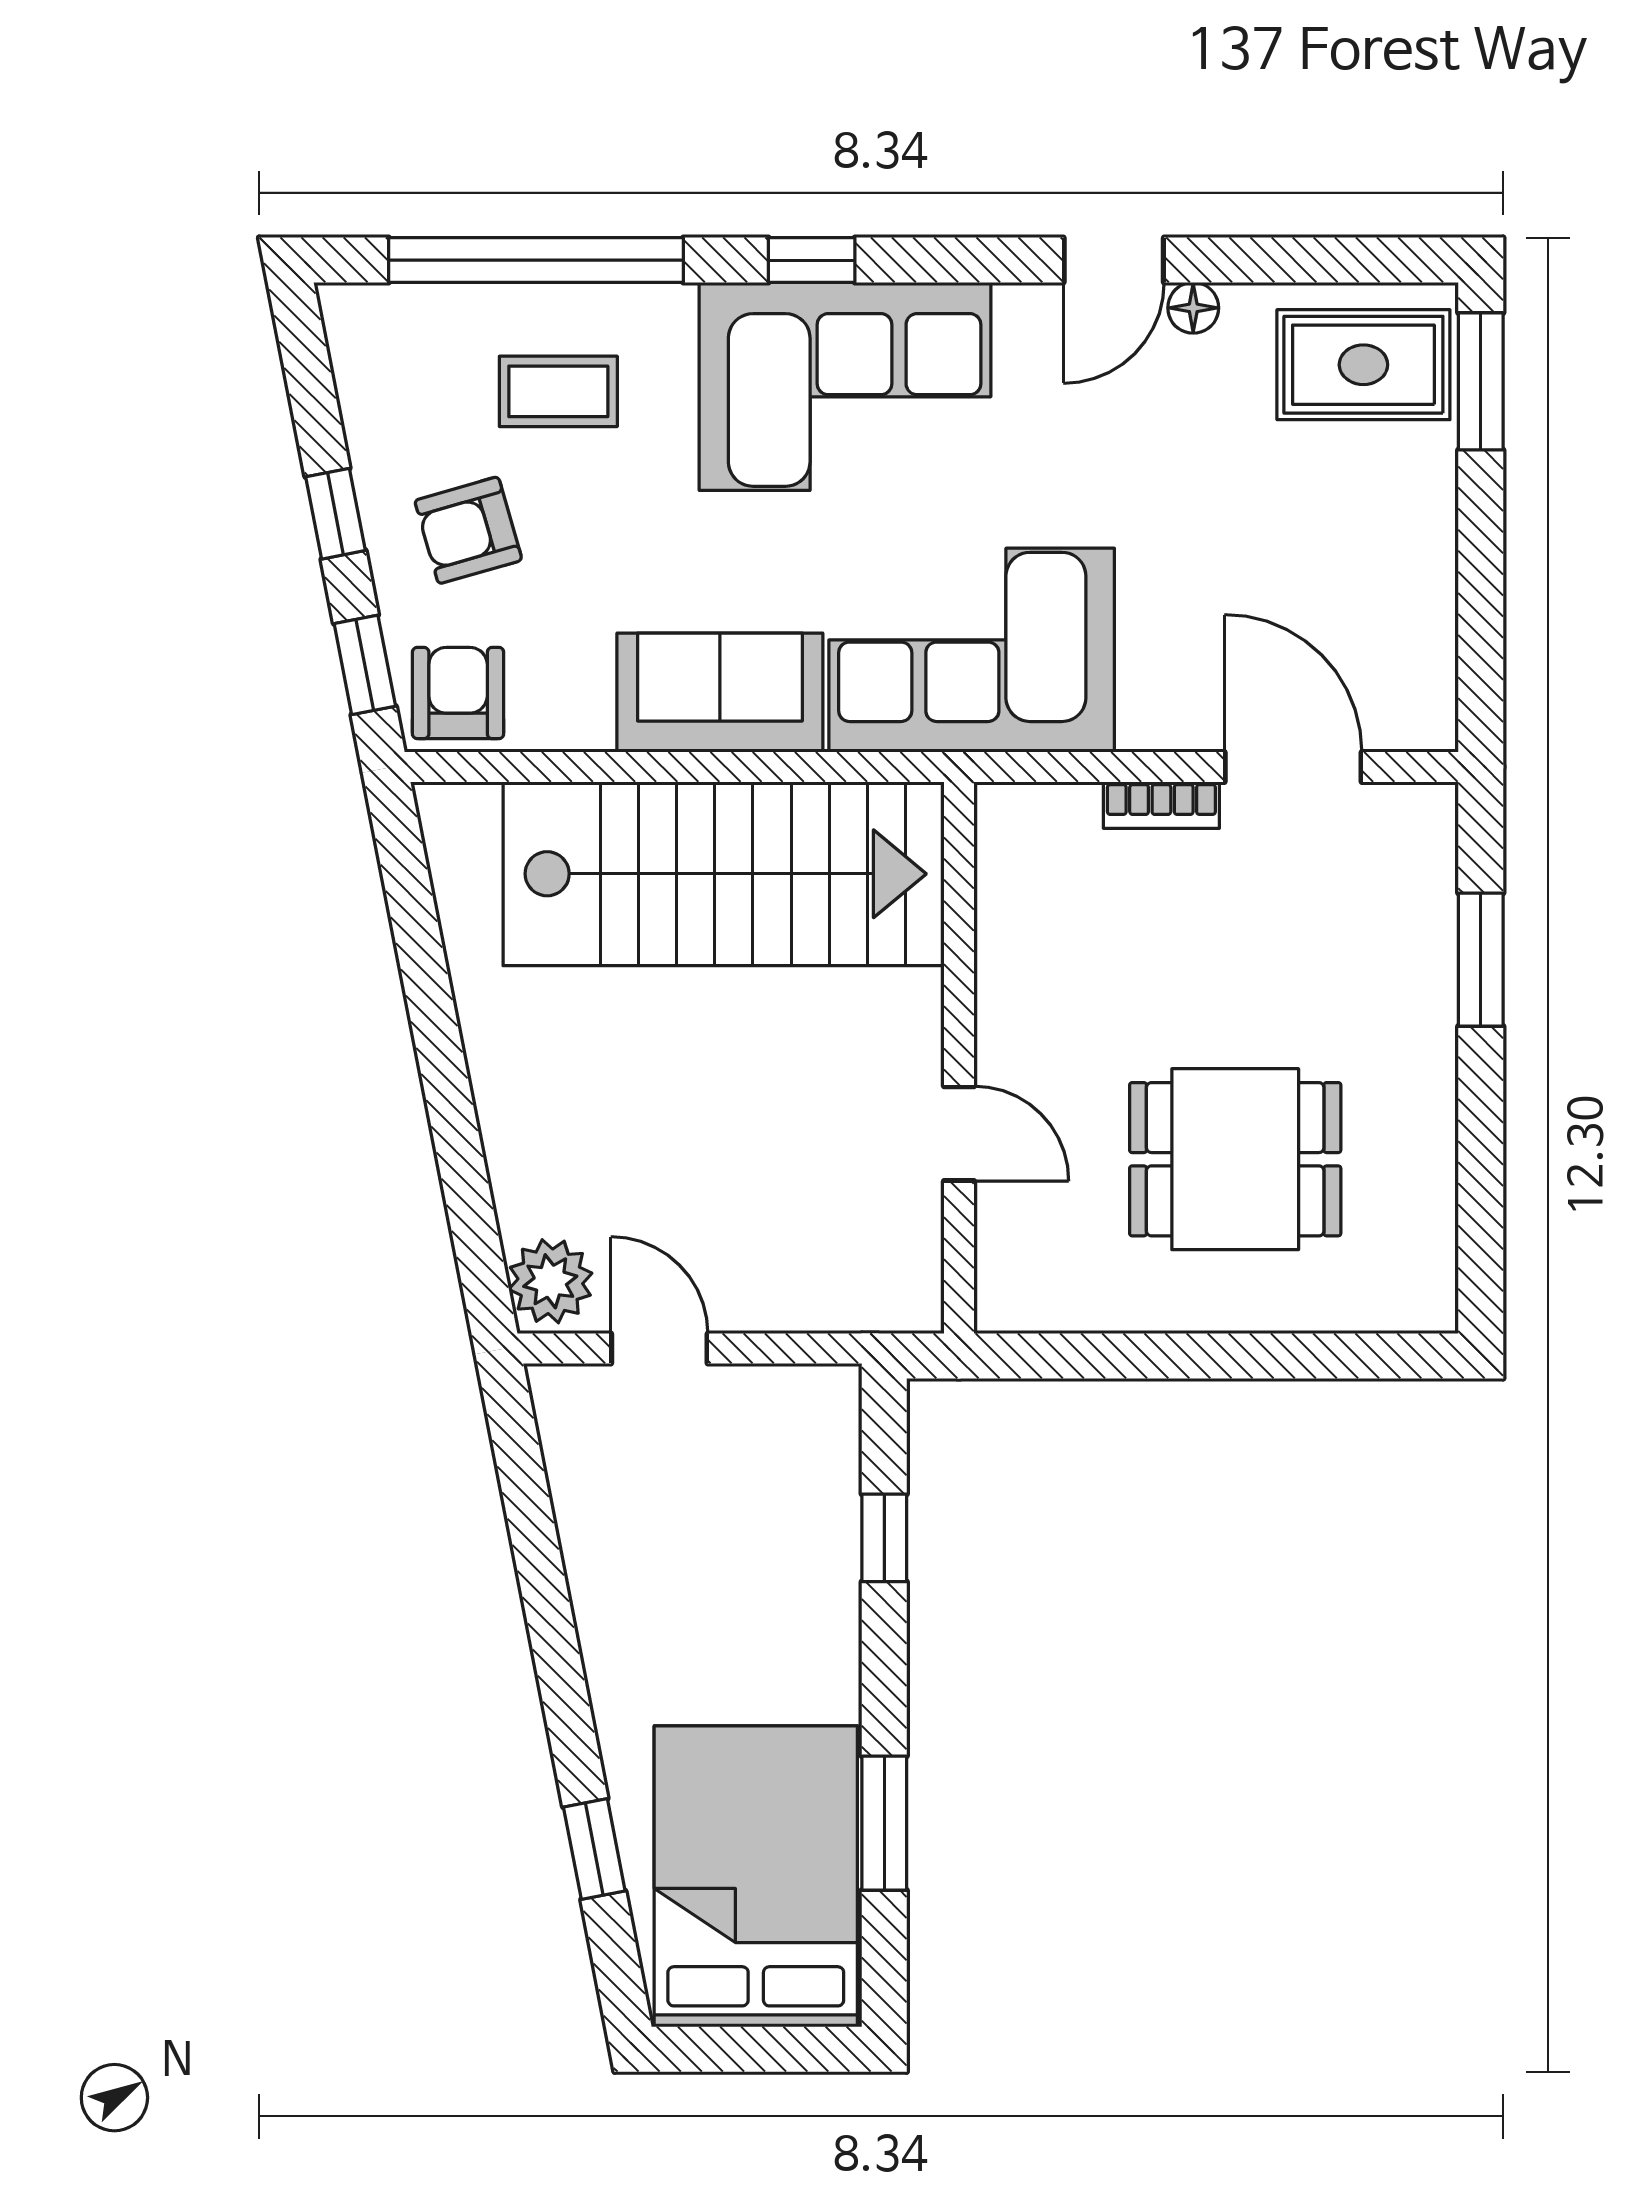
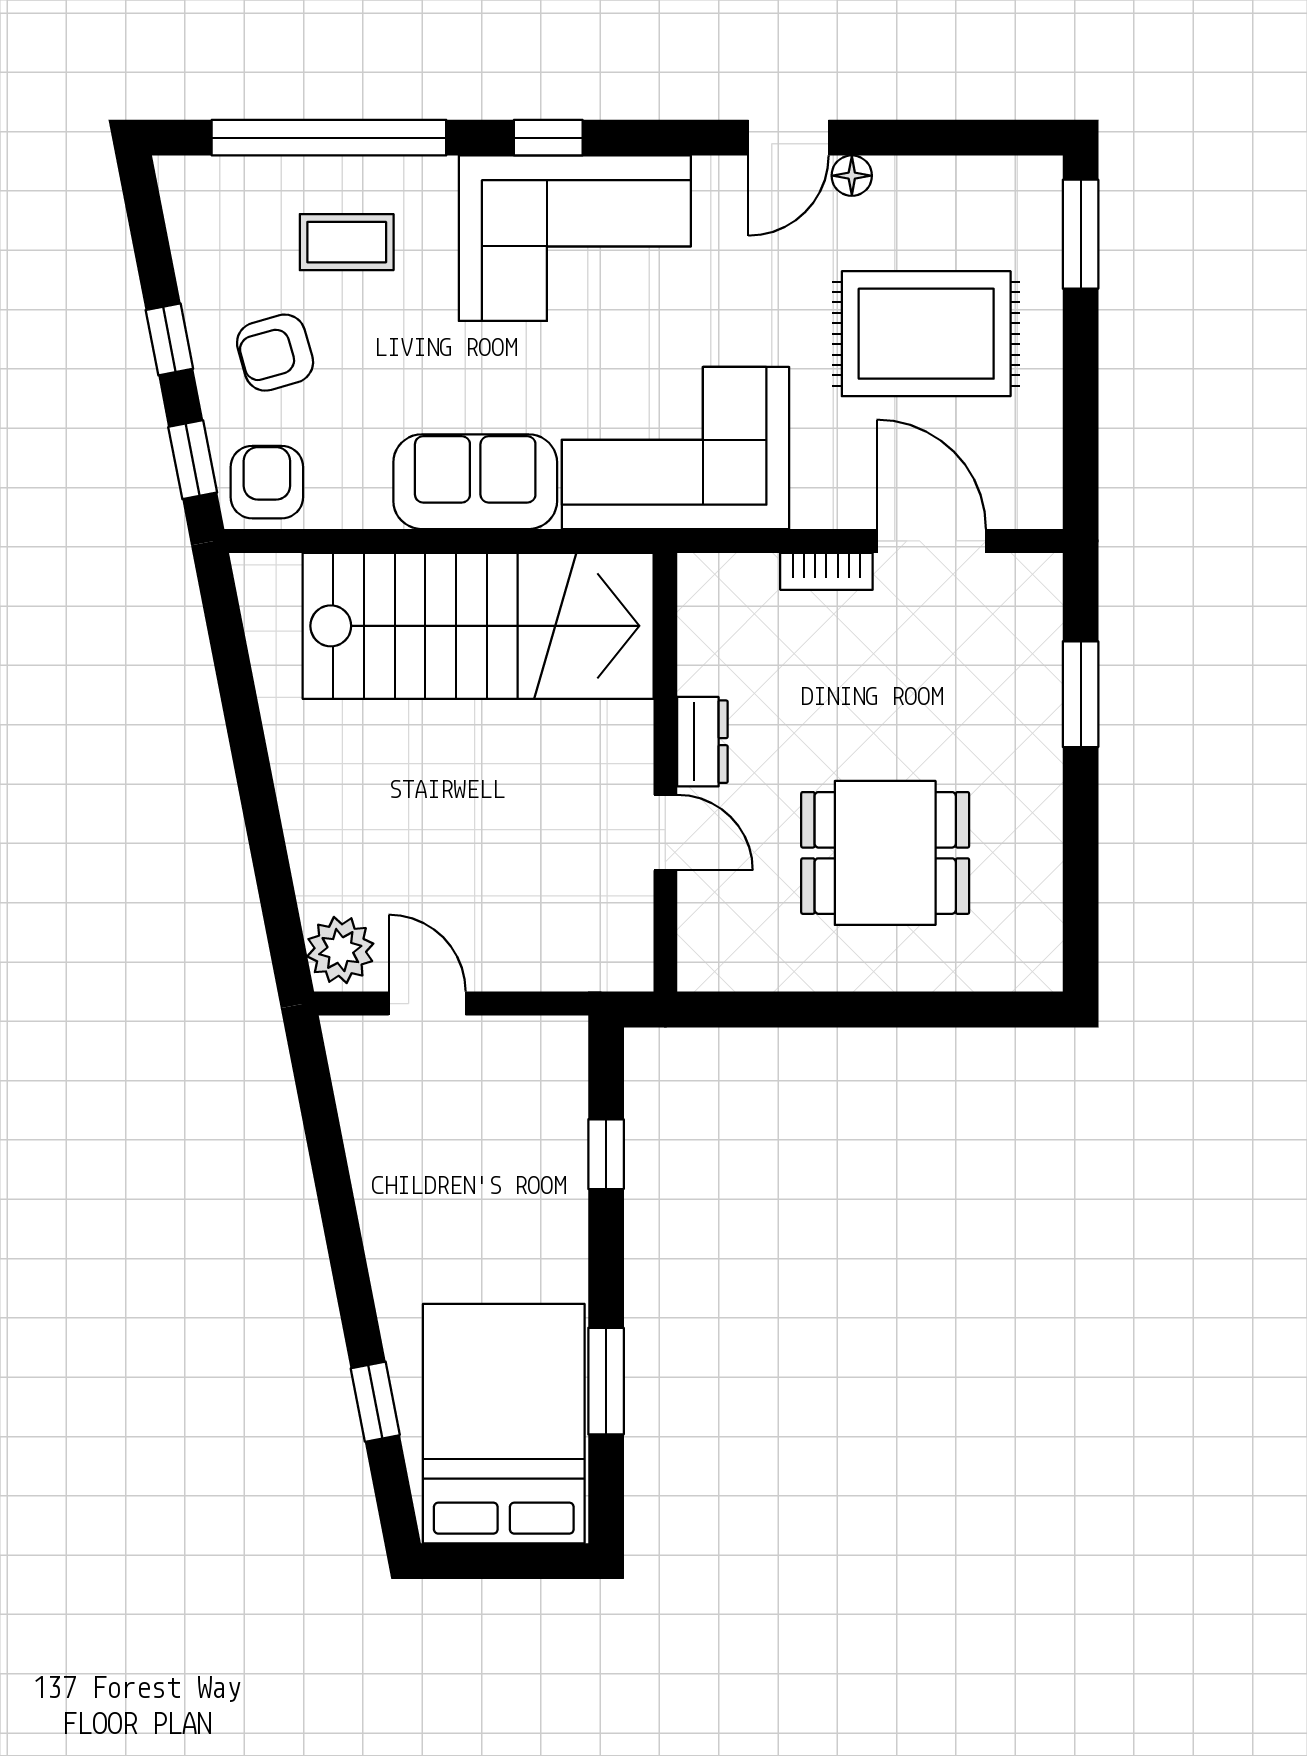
rug: (1363, 365) -> (926, 334), moved, width x1.36, depth x1.43
dresser: (1005, 1019) -> (702, 742), added

